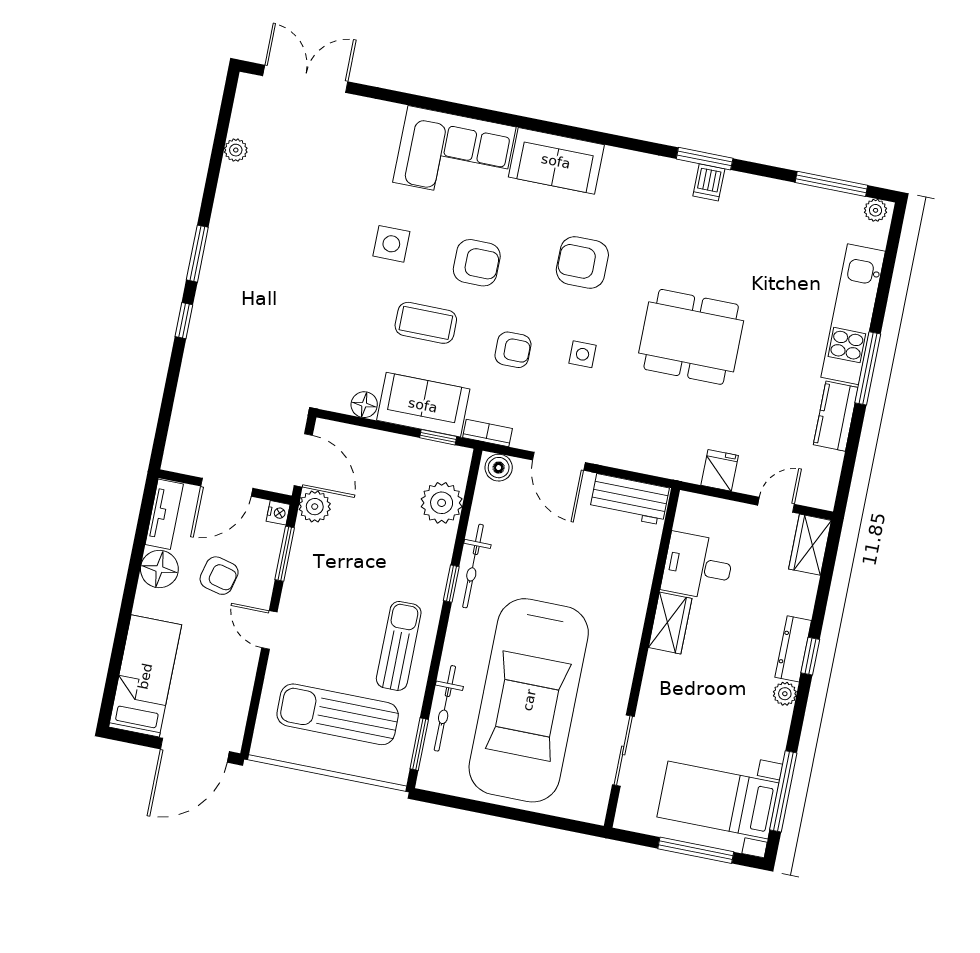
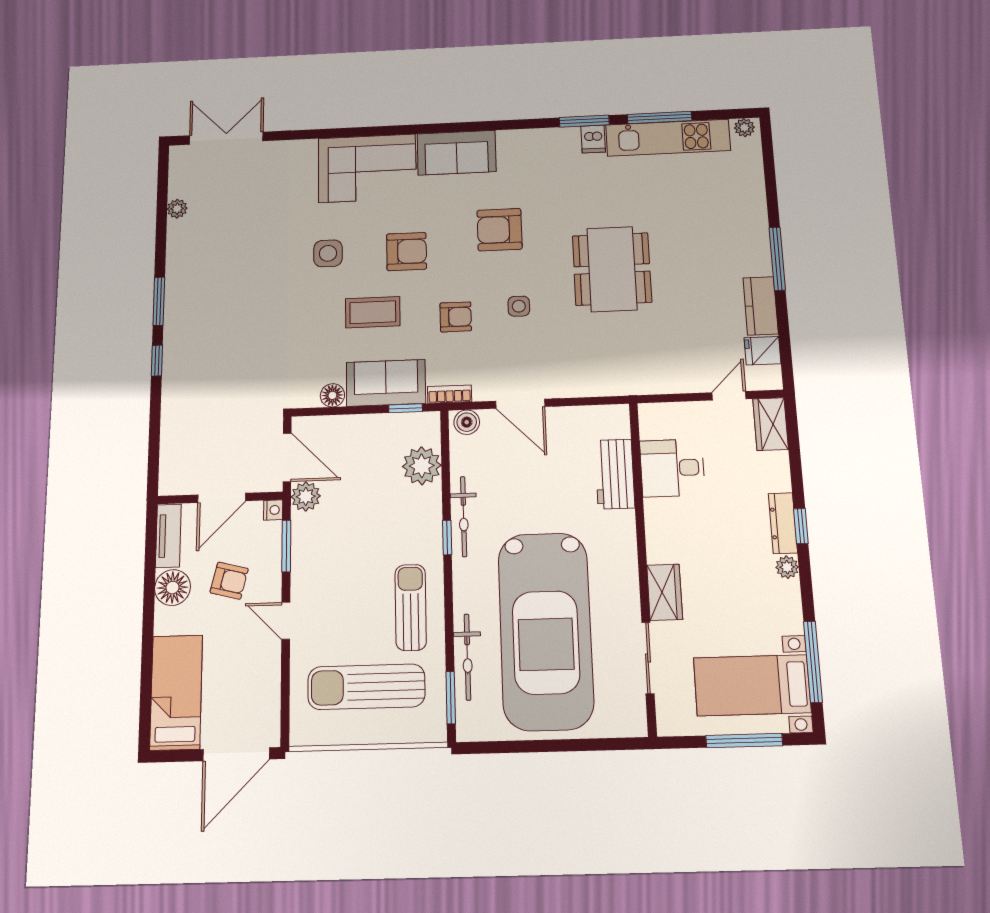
window: (831, 184) -> (660, 118), moved
kitchen unit: (853, 314) -> (668, 138), moved, turned -90
dining table: (691, 337) -> (612, 269), turned 90
fridge: (720, 470) -> (763, 351), moved, turned -90
workbench: (629, 499) -> (615, 474), moved, turned 90
wardrobe: (670, 623) -> (665, 592), moved

